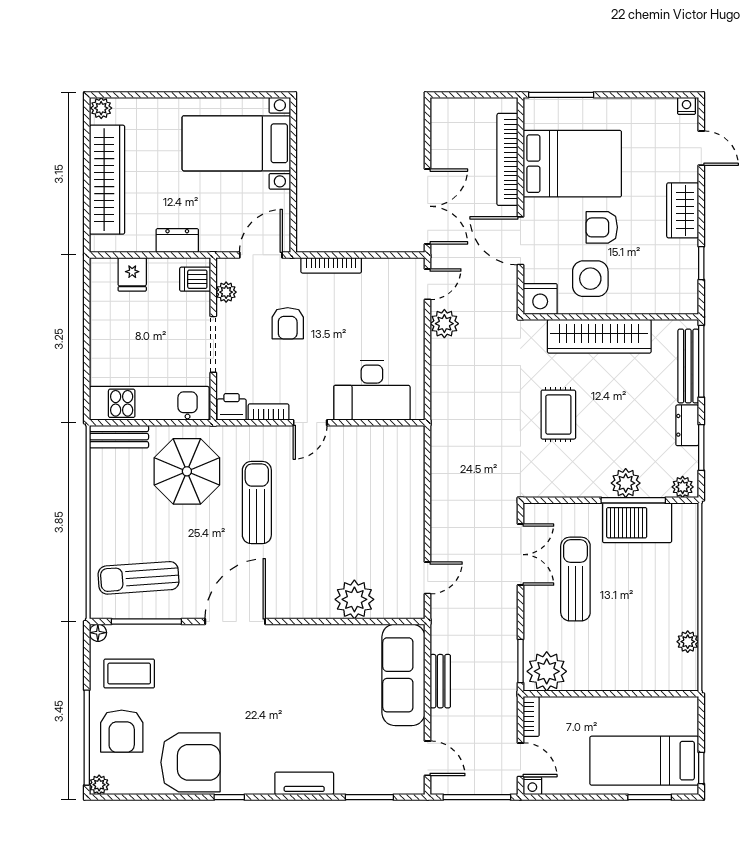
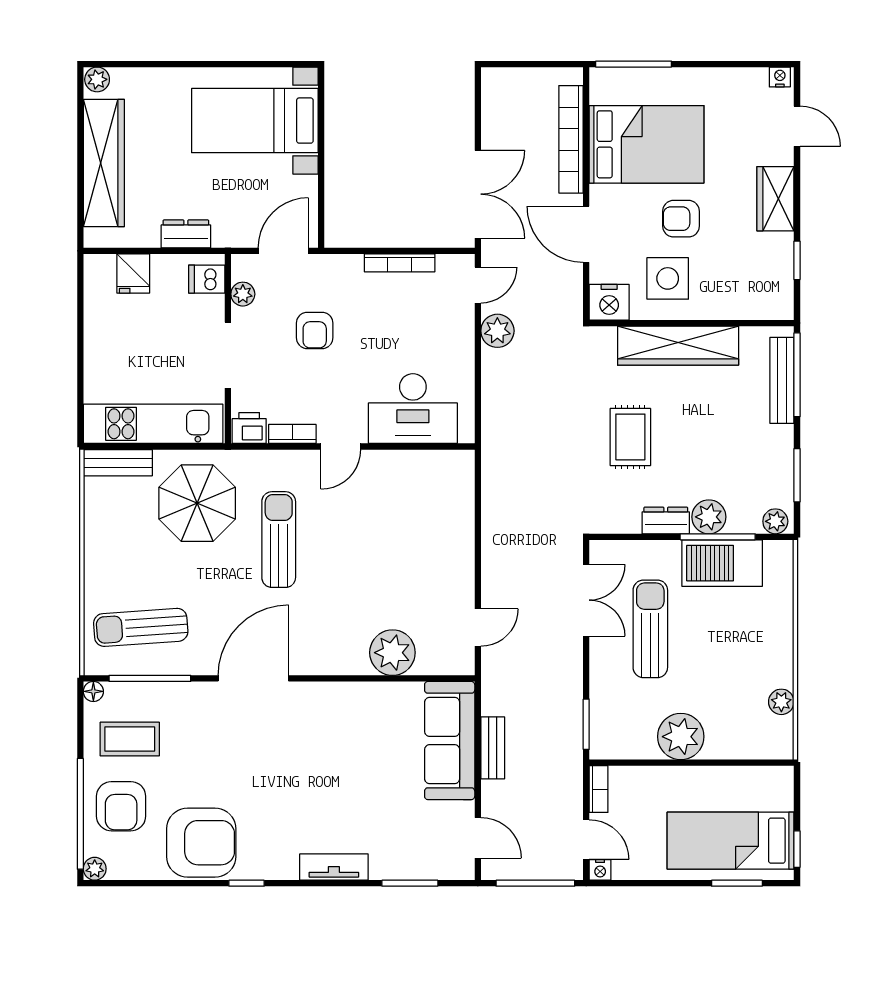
bookcase: (331, 265) -> (400, 263), moved
dresser: (687, 425) -> (666, 521), moved, turned 90
plant: (547, 671) -> (681, 737), moved

